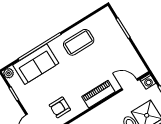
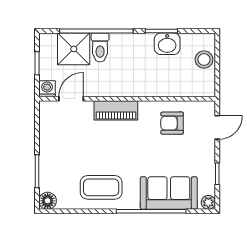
floor lamp: (106, 14) -> (48, 201), added
door: (130, 84) -> (71, 99), swing flipped
armchair: (60, 107) -> (172, 123), turned 180

